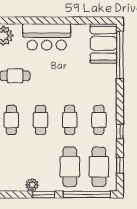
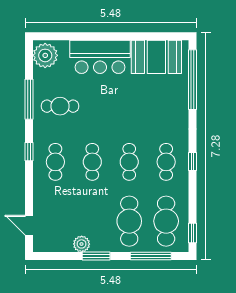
booth: (104, 43) -> (156, 57), moved, turned 90
window: (120, 132) -> (193, 162), moved
window: (120, 165) -> (193, 233), moved
window: (87, 194) -> (151, 256), width x0.68

